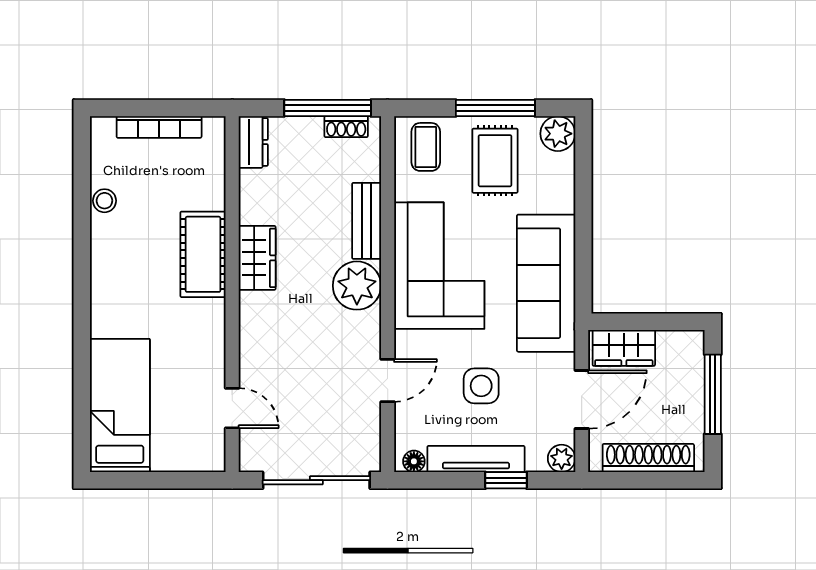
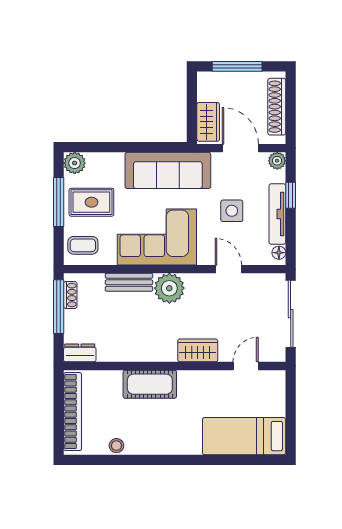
bookcase: (159, 127) -> (73, 412), width x1.48, depth x1.31
wardrobe: (257, 258) -> (198, 350), moved

